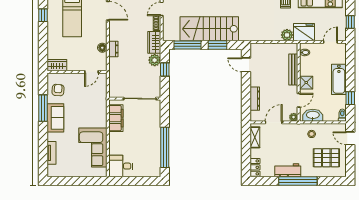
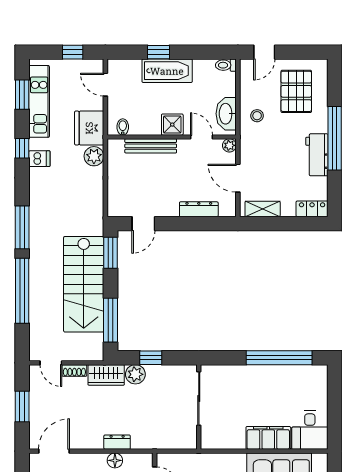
window: (218, 45) -> (110, 253), moved
window: (350, 98) -> (158, 52), moved
filing cabinet: (116, 118) -> (268, 438), moved

